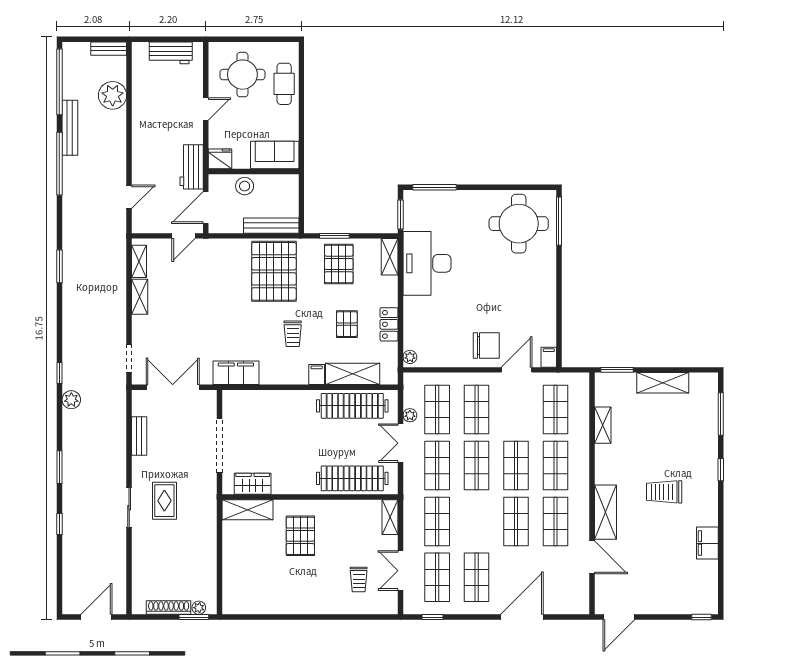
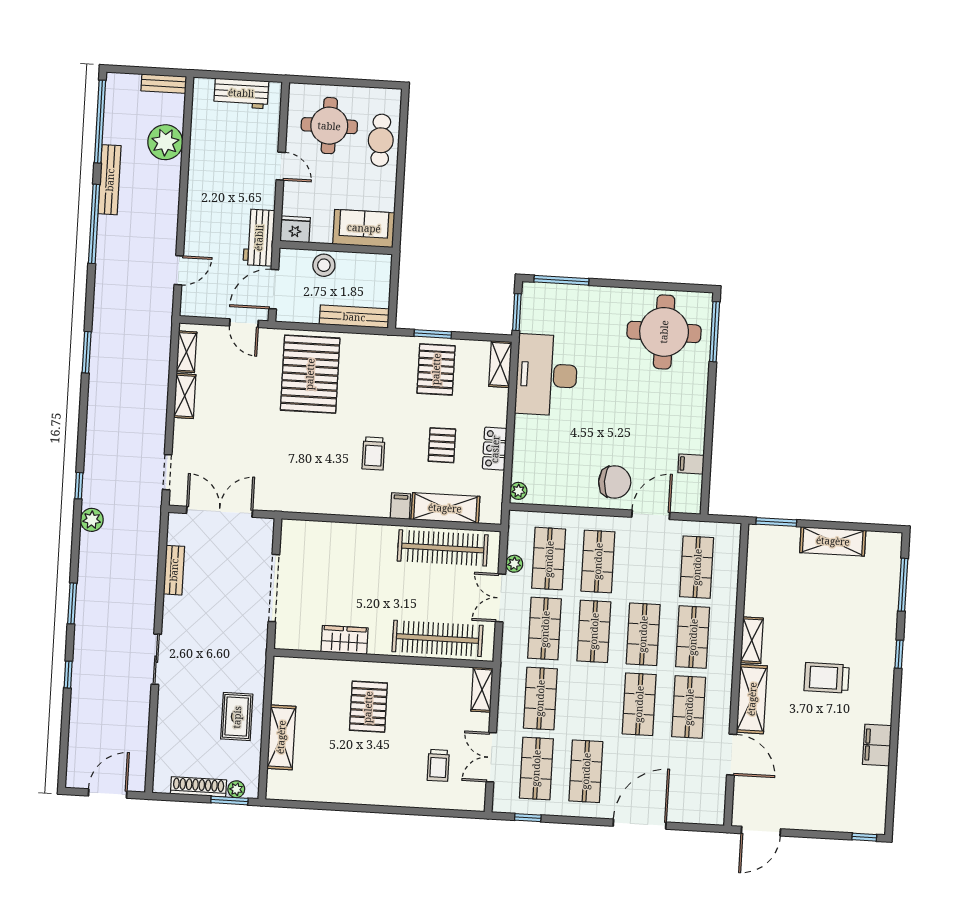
door: (206, 109) -> (281, 166), hinge flipped
door: (184, 236) -> (244, 323), hinge flipped
pallet: (274, 271) -> (310, 374), moved
filing cabinet: (549, 357) -> (691, 464), moved, turned -90
filing cabinet: (236, 373) -> (300, 498), removed
shelving: (603, 425) -> (752, 640), moved
wardrobe: (253, 484) -> (345, 640), moved
rug: (164, 501) -> (237, 717), moved
shelving: (248, 510) -> (281, 737), moved, turned 90

